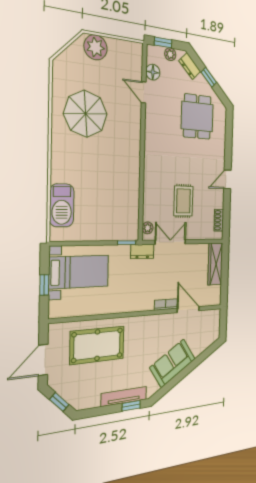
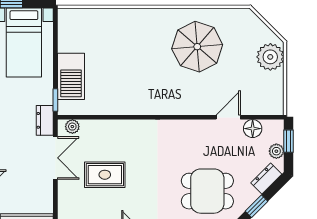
barbecue: (62, 205) -> (71, 76), moved, turned -90

